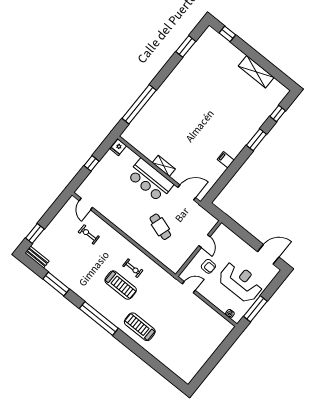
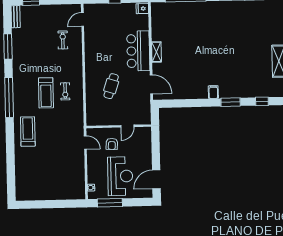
filing cabinet: (226, 160) -> (213, 92), moved
door: (268, 254) -> (156, 179), swing flipped

